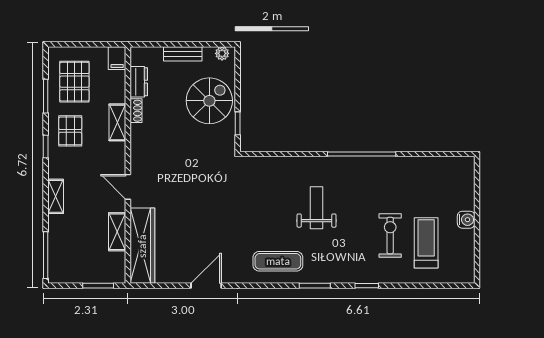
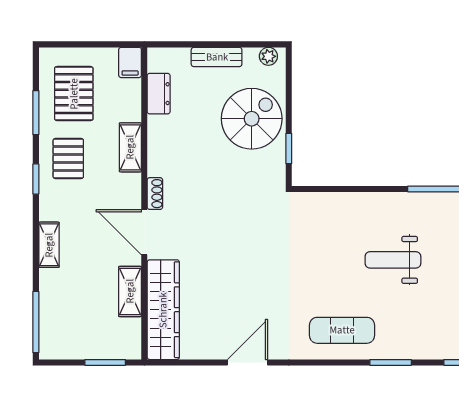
shoe rack: (136, 111) -> (155, 194), moved
door: (128, 187) -> (144, 232), width x1.38
weight bench: (317, 208) -> (393, 260), turned -90

